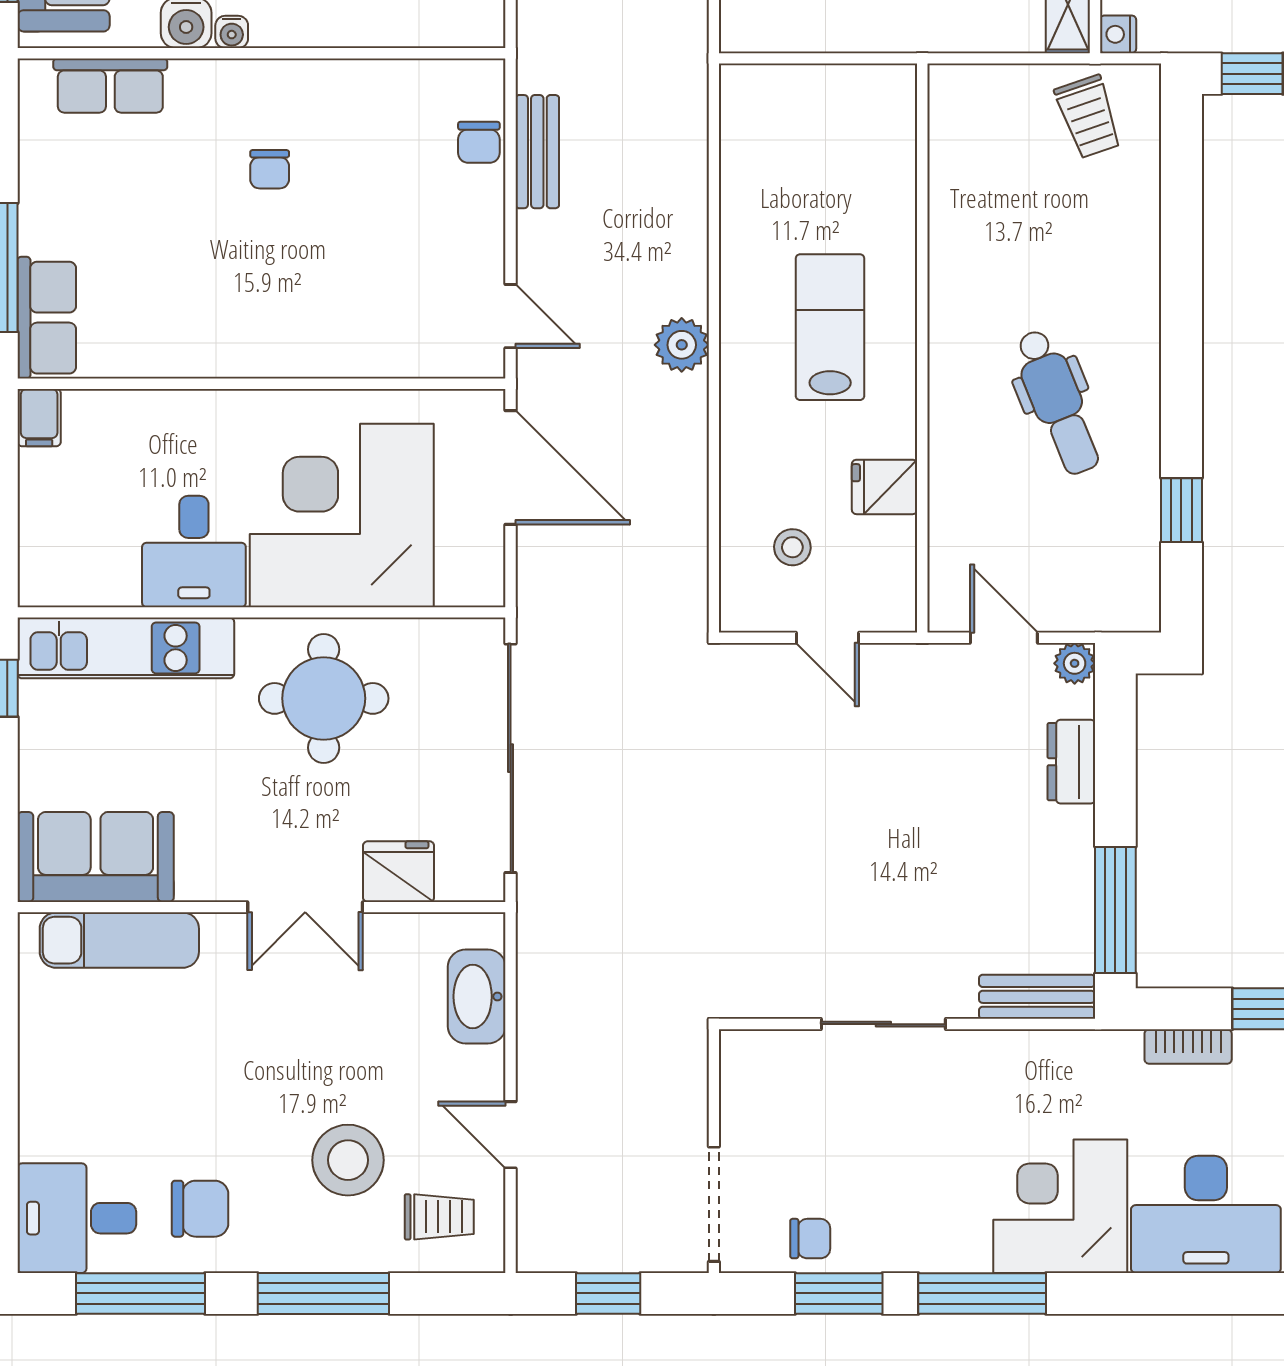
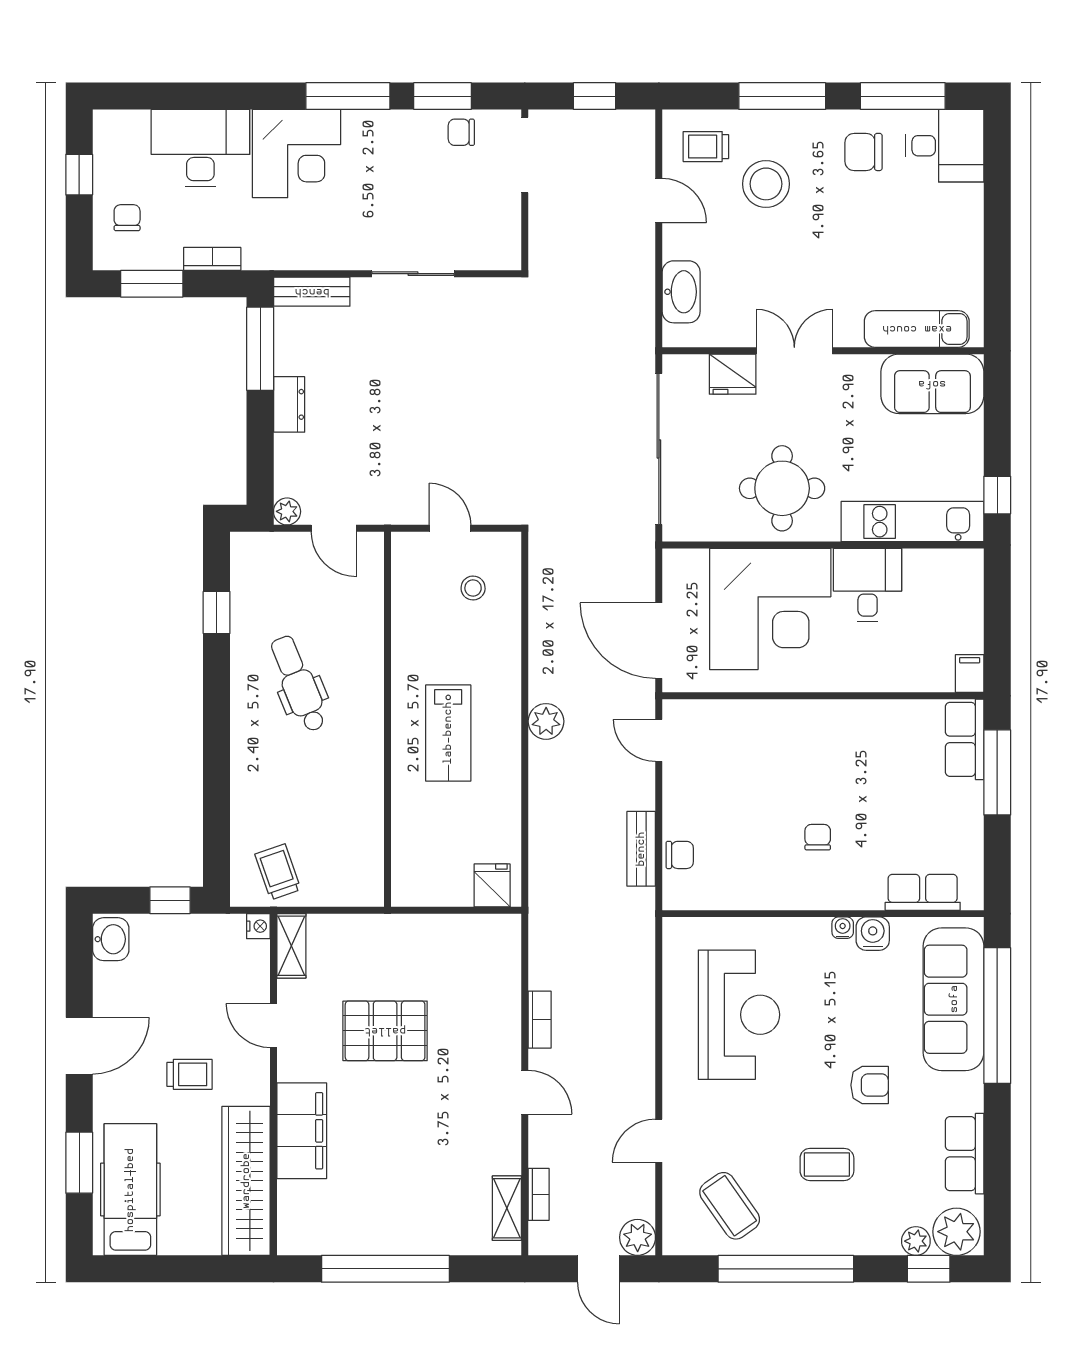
chair: (479, 142) -> (680, 855), turned 90
fridge: (885, 487) -> (492, 885), moved, turned -90
dresser: (1071, 762) -> (289, 404), moved

